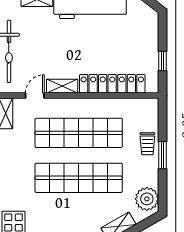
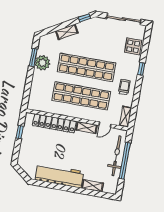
trolley: (147, 144) -> (124, 87), moved
window: (162, 155) -> (33, 57), moved
plant: (147, 199) -> (42, 63), moved

